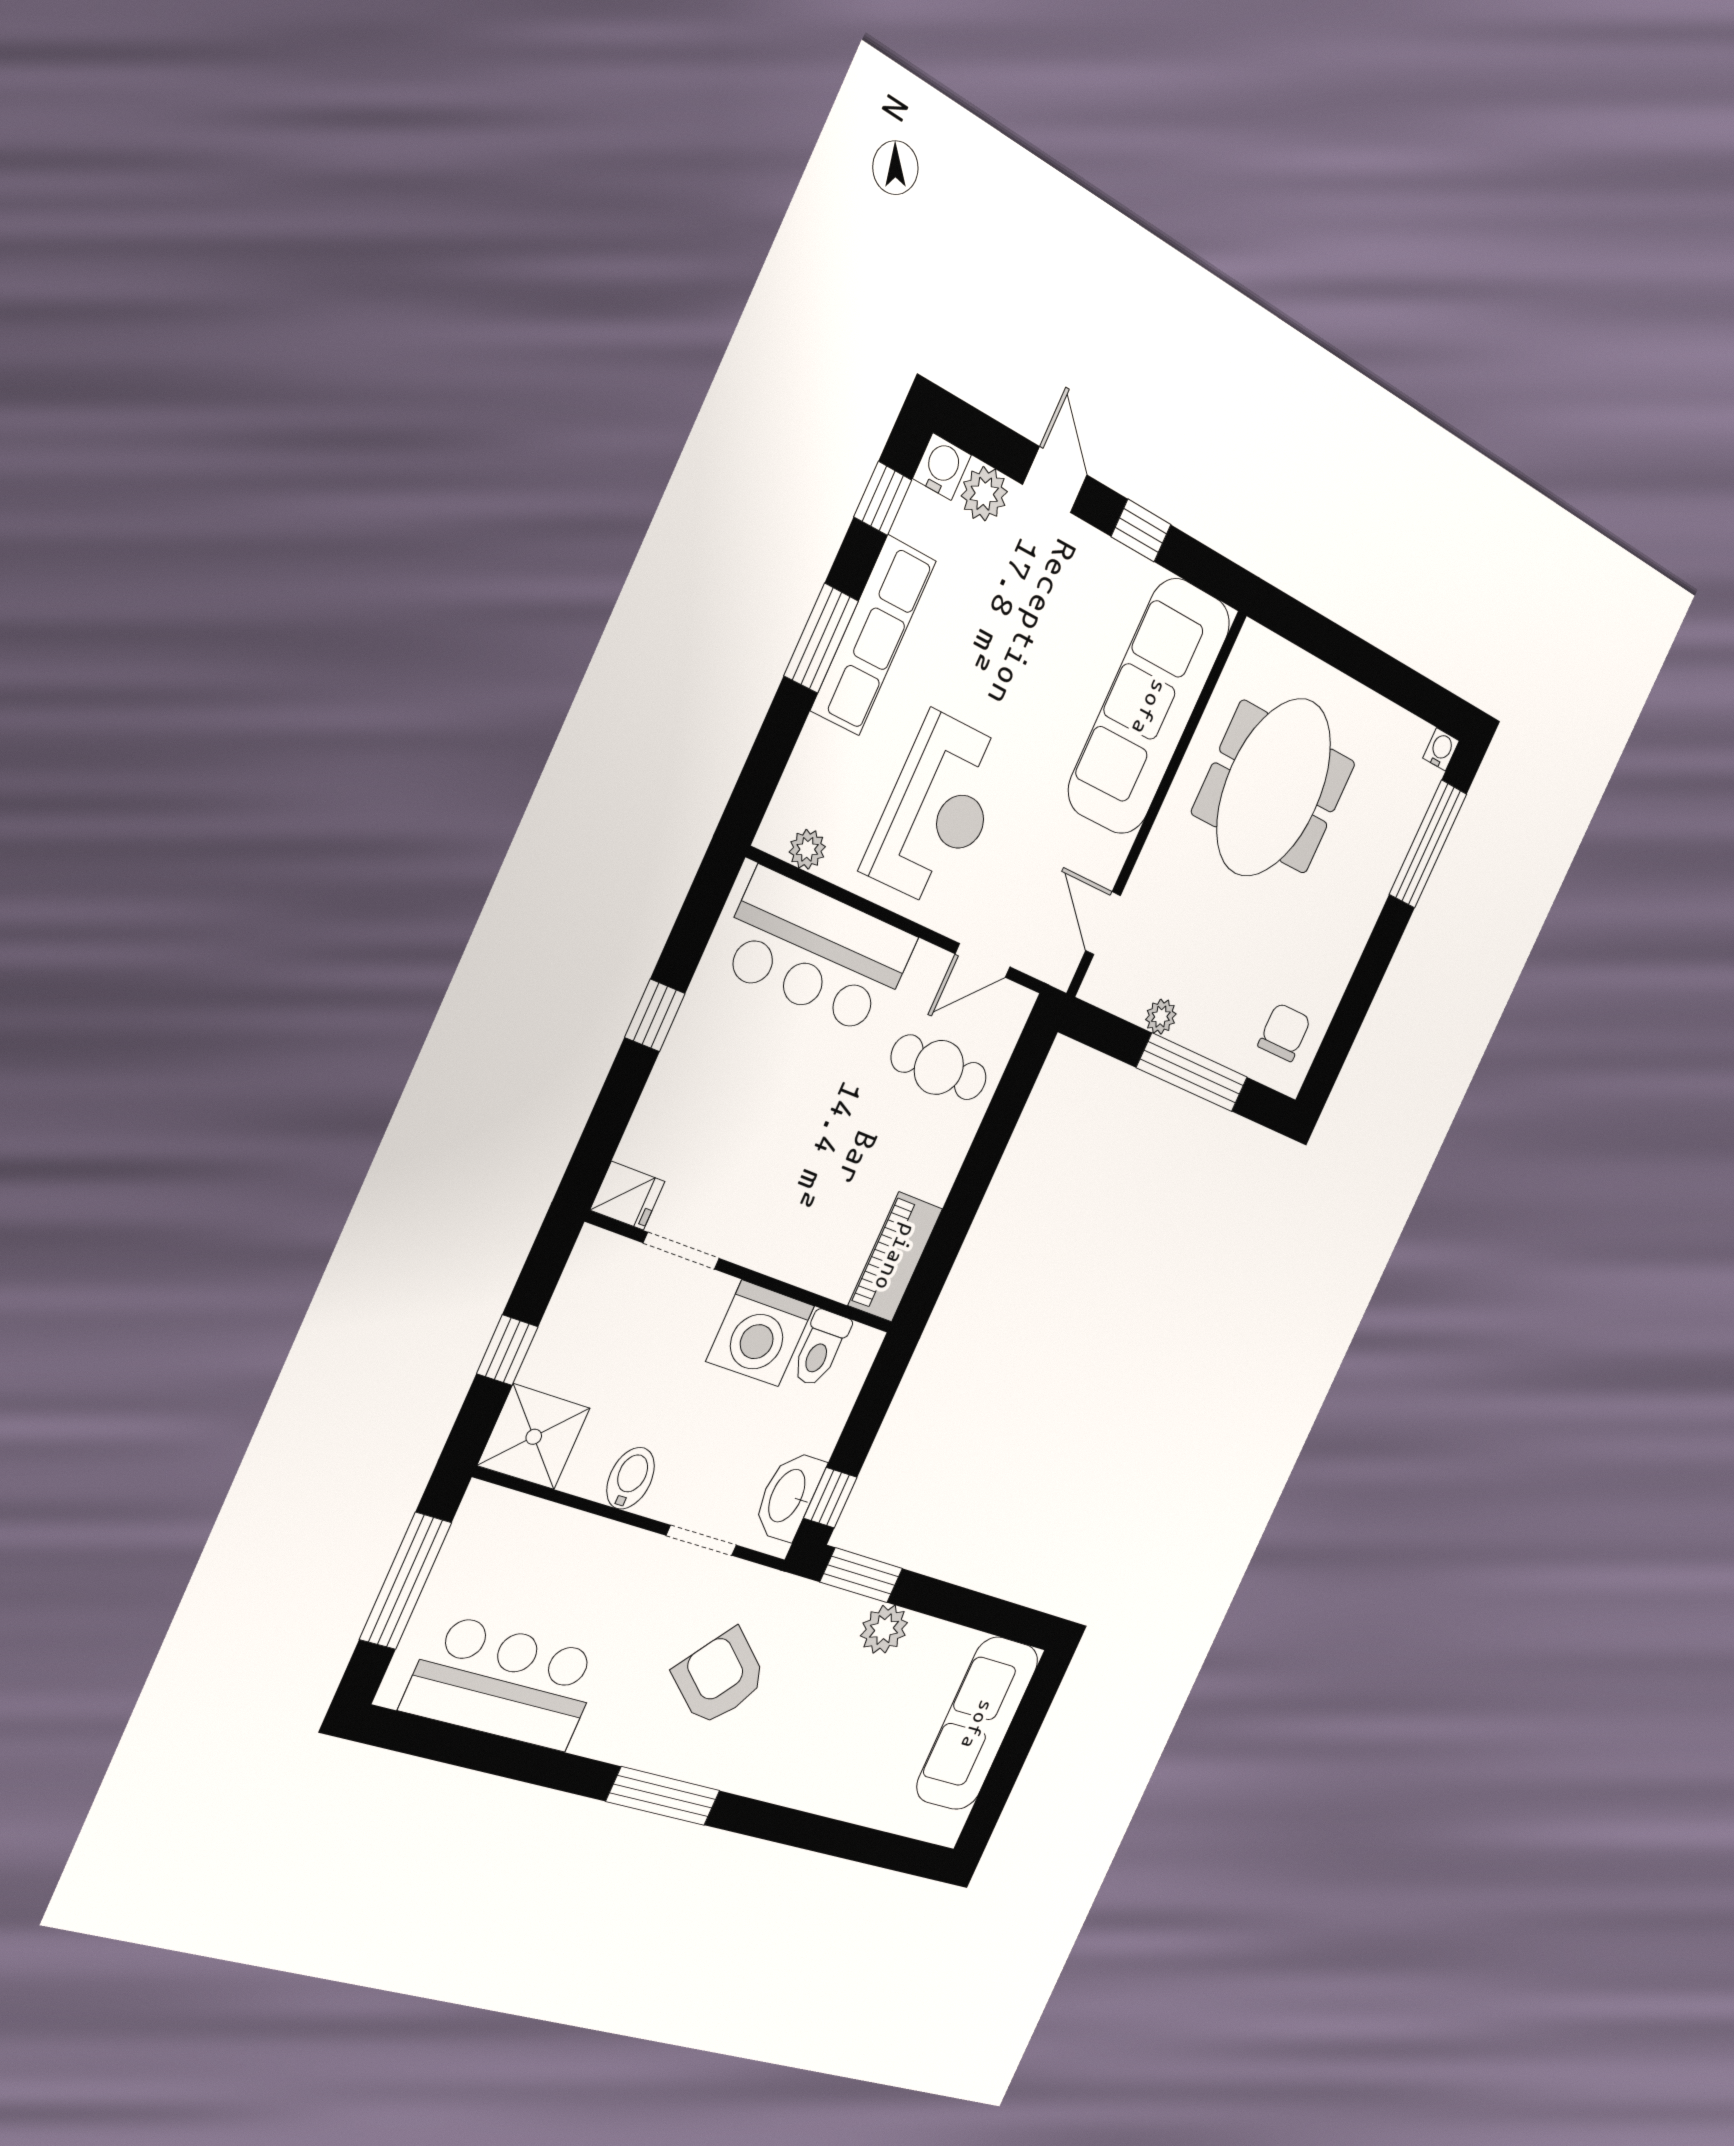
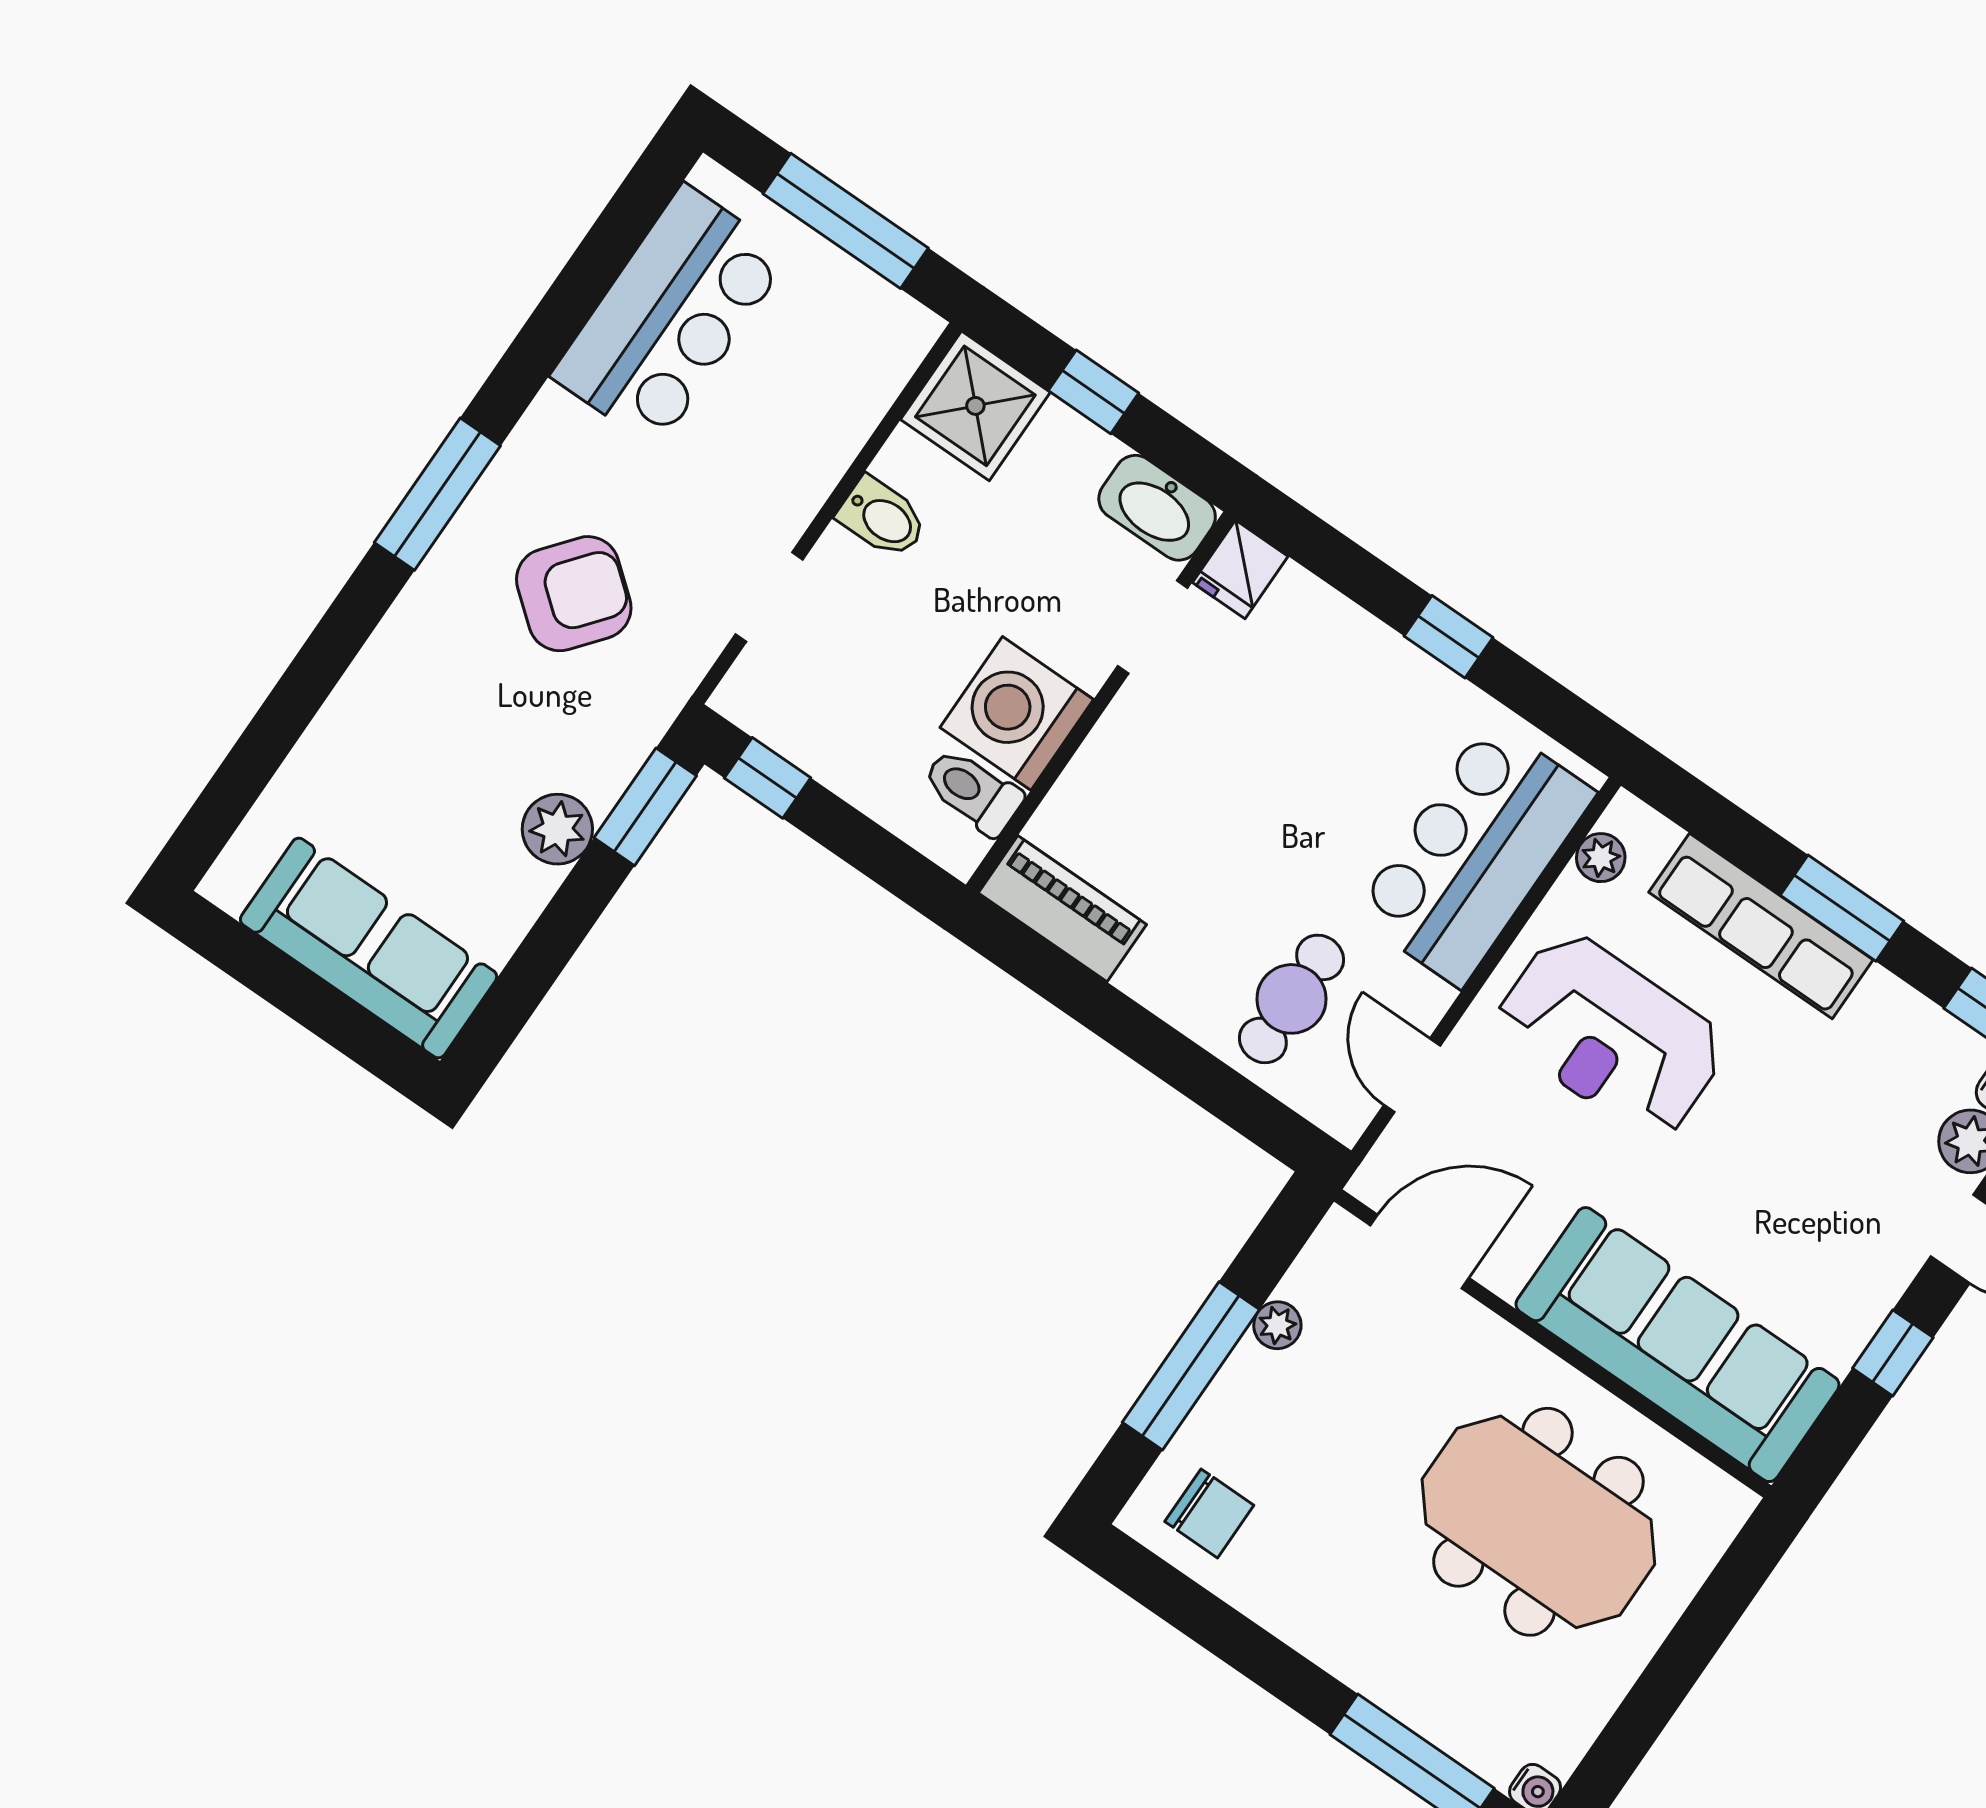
row of seats: (873, 636) -> (1761, 926), moved
door: (1103, 923) -> (1420, 1252), width x1.38
washbasin: (788, 1496) -> (1157, 508), moved, turned 180

